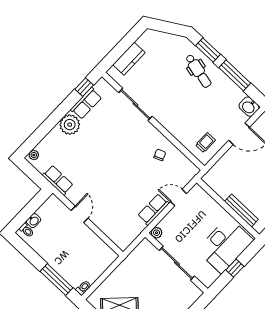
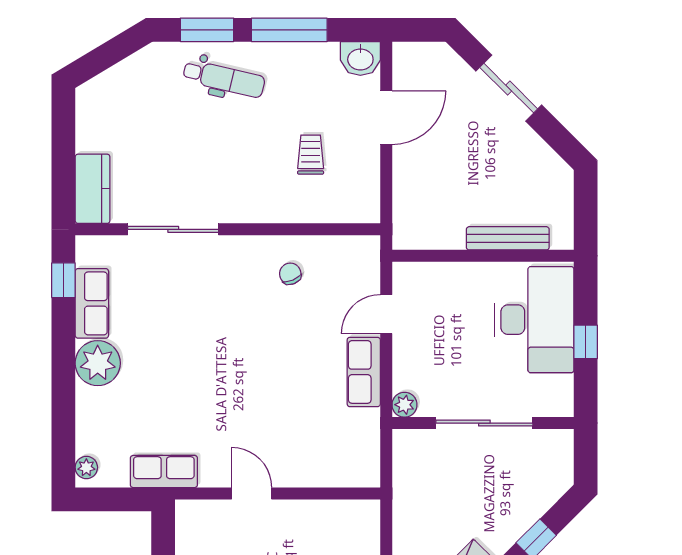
kitchen counter: (129, 59) -> (93, 189), moved
trolley: (205, 143) -> (311, 155), moved

